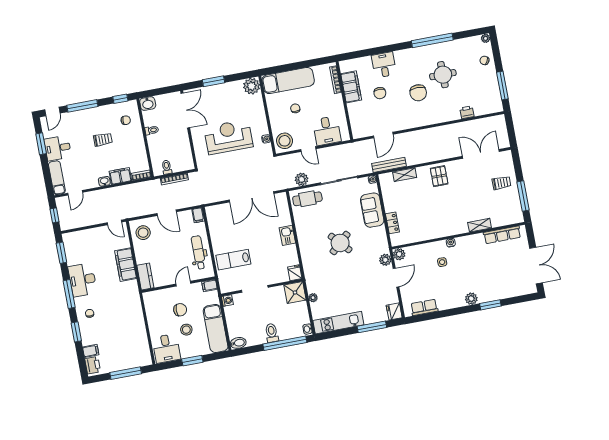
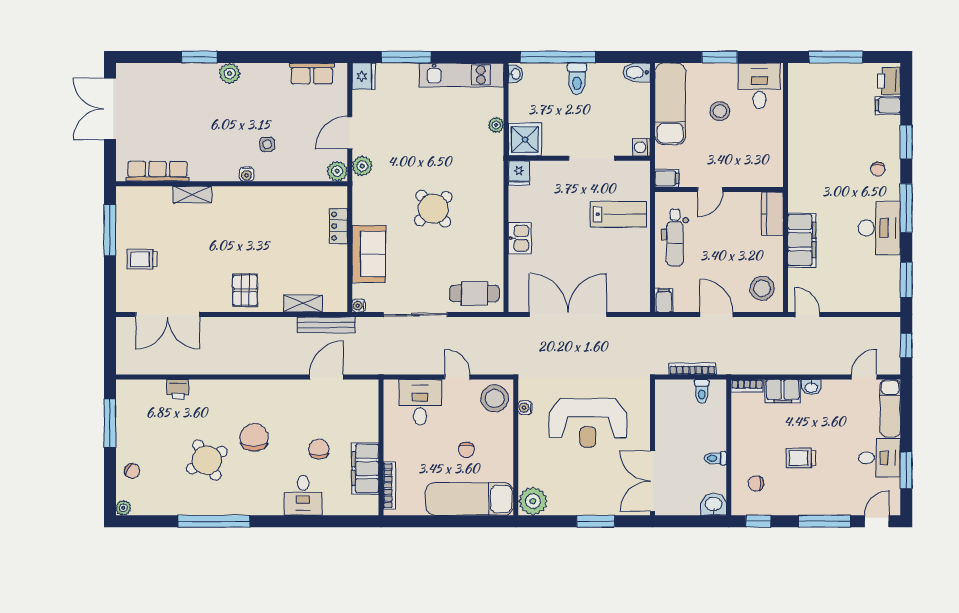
round table: (443, 75) -> (207, 460), turned -30
plant: (302, 179) -> (478, 328), removed
chair: (180, 310) -> (724, 147), removed

